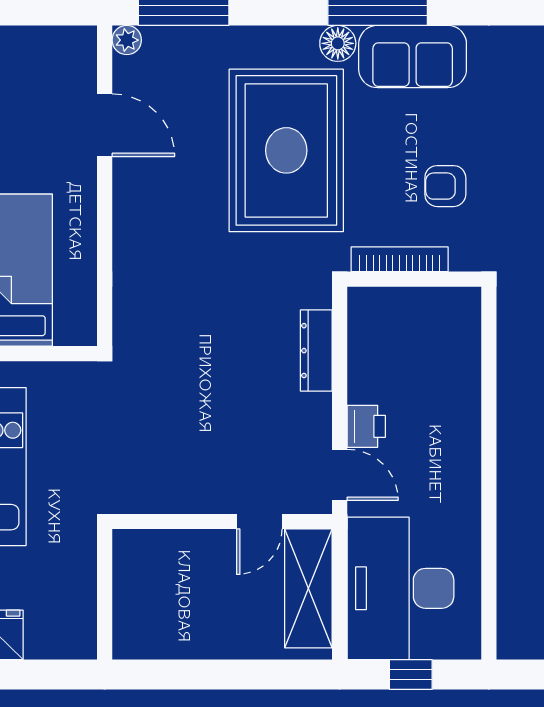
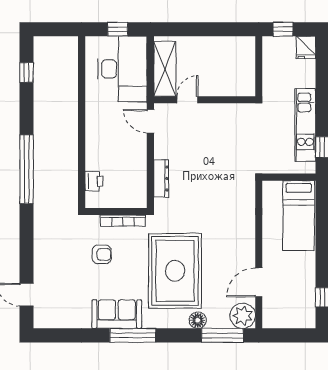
plant: (127, 40) -> (243, 316), width x1.87, depth x1.87
floor lamp: (338, 43) -> (198, 320), moved
door: (105, 125) -> (259, 282), hinge flipped
printer: (366, 426) -> (94, 181), moved, turned 180
window: (52, 674) -> (283, 29), added

